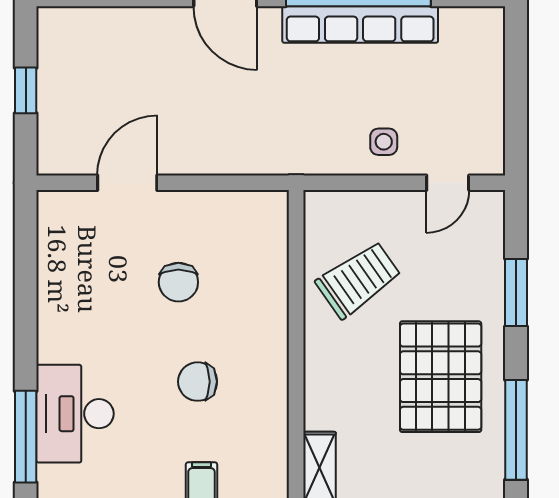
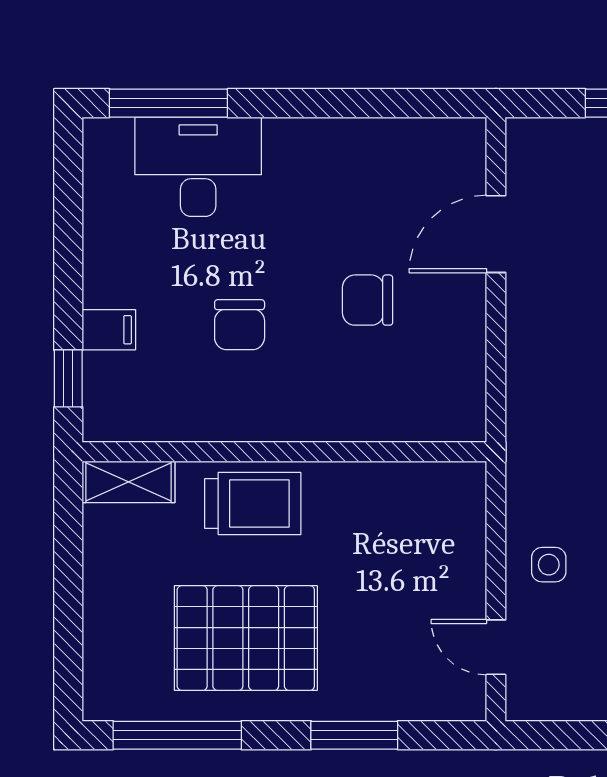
door: (127, 183) -> (496, 234), swing flipped
trolley: (358, 280) -> (253, 503), moved, turned -55
chair: (198, 382) -> (240, 325), turned 180

